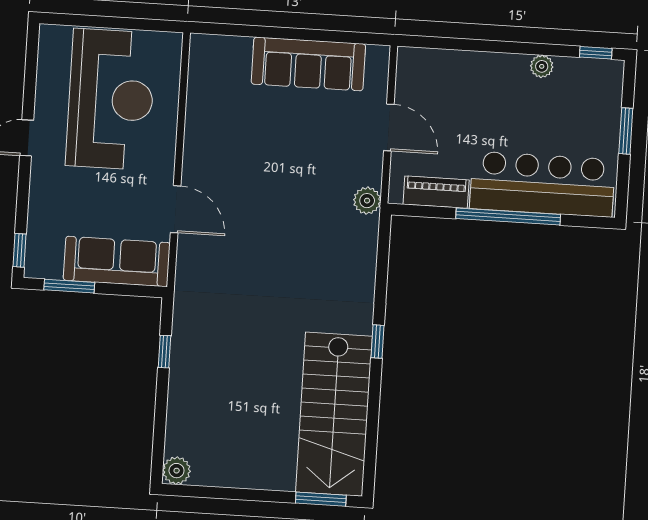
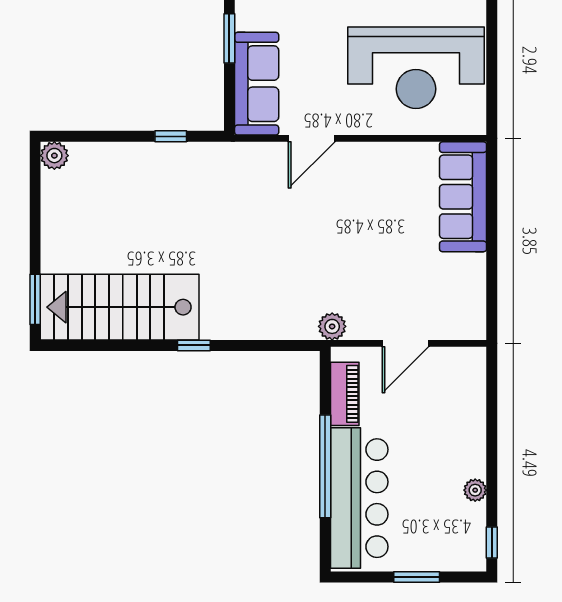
sofa: (308, 64) -> (463, 197), moved

